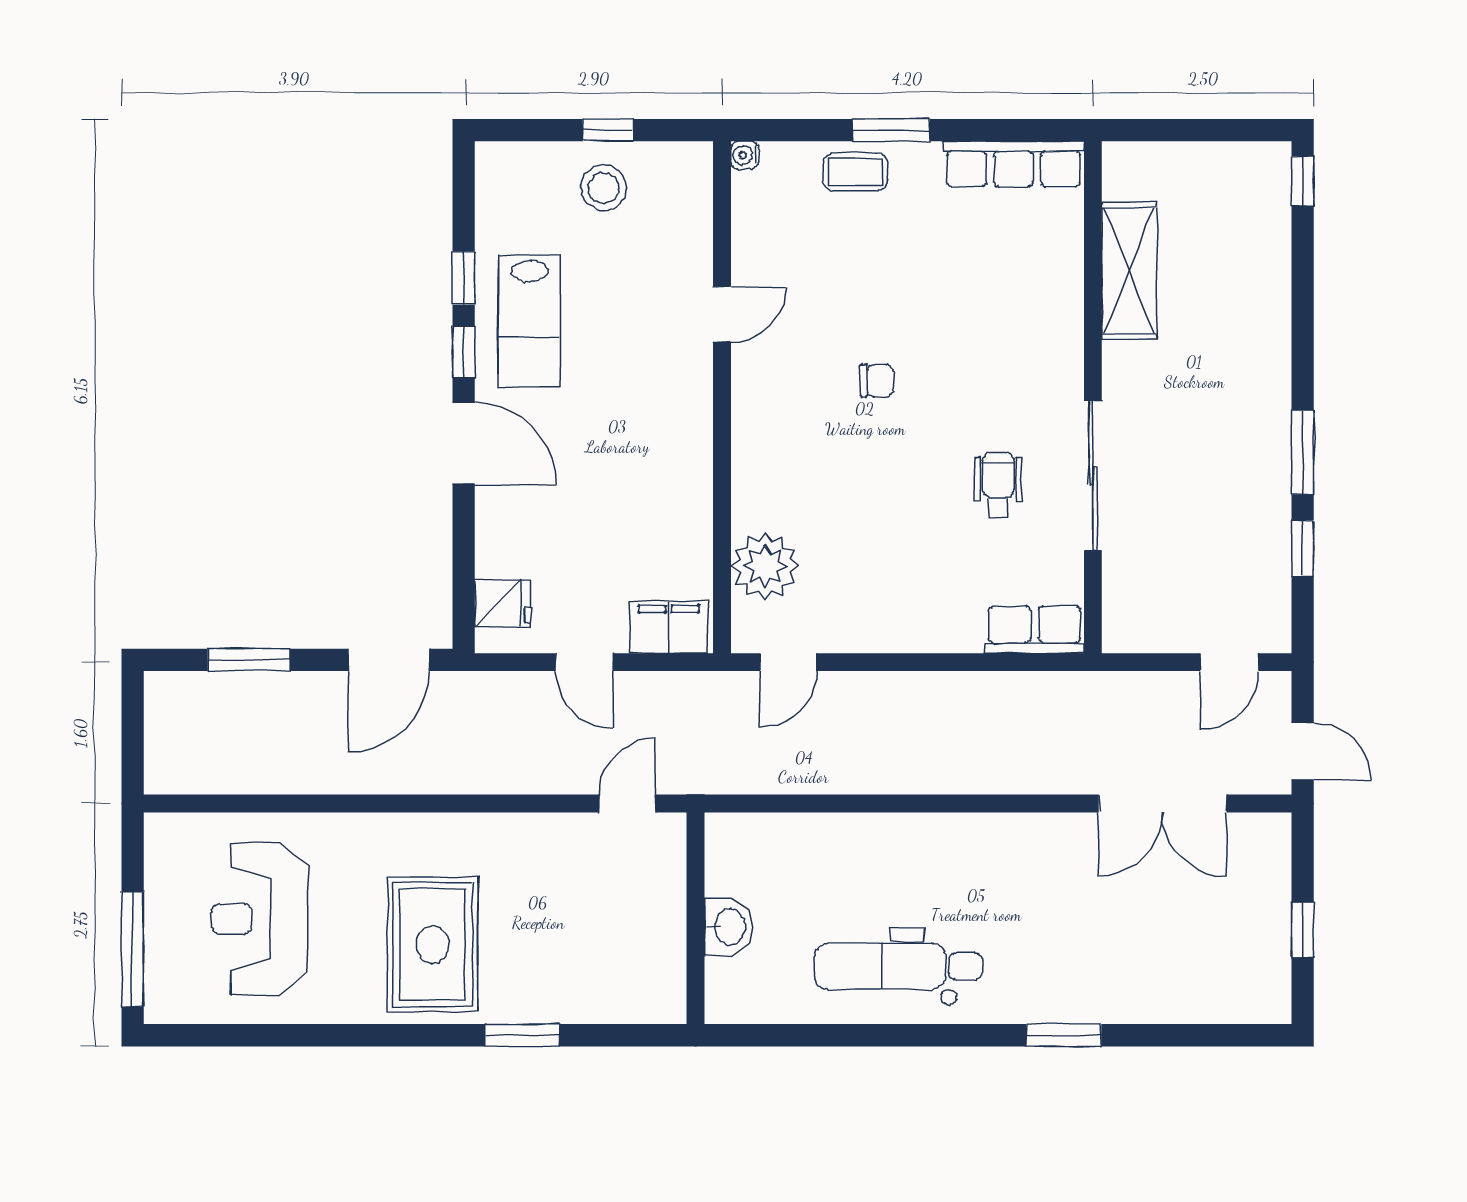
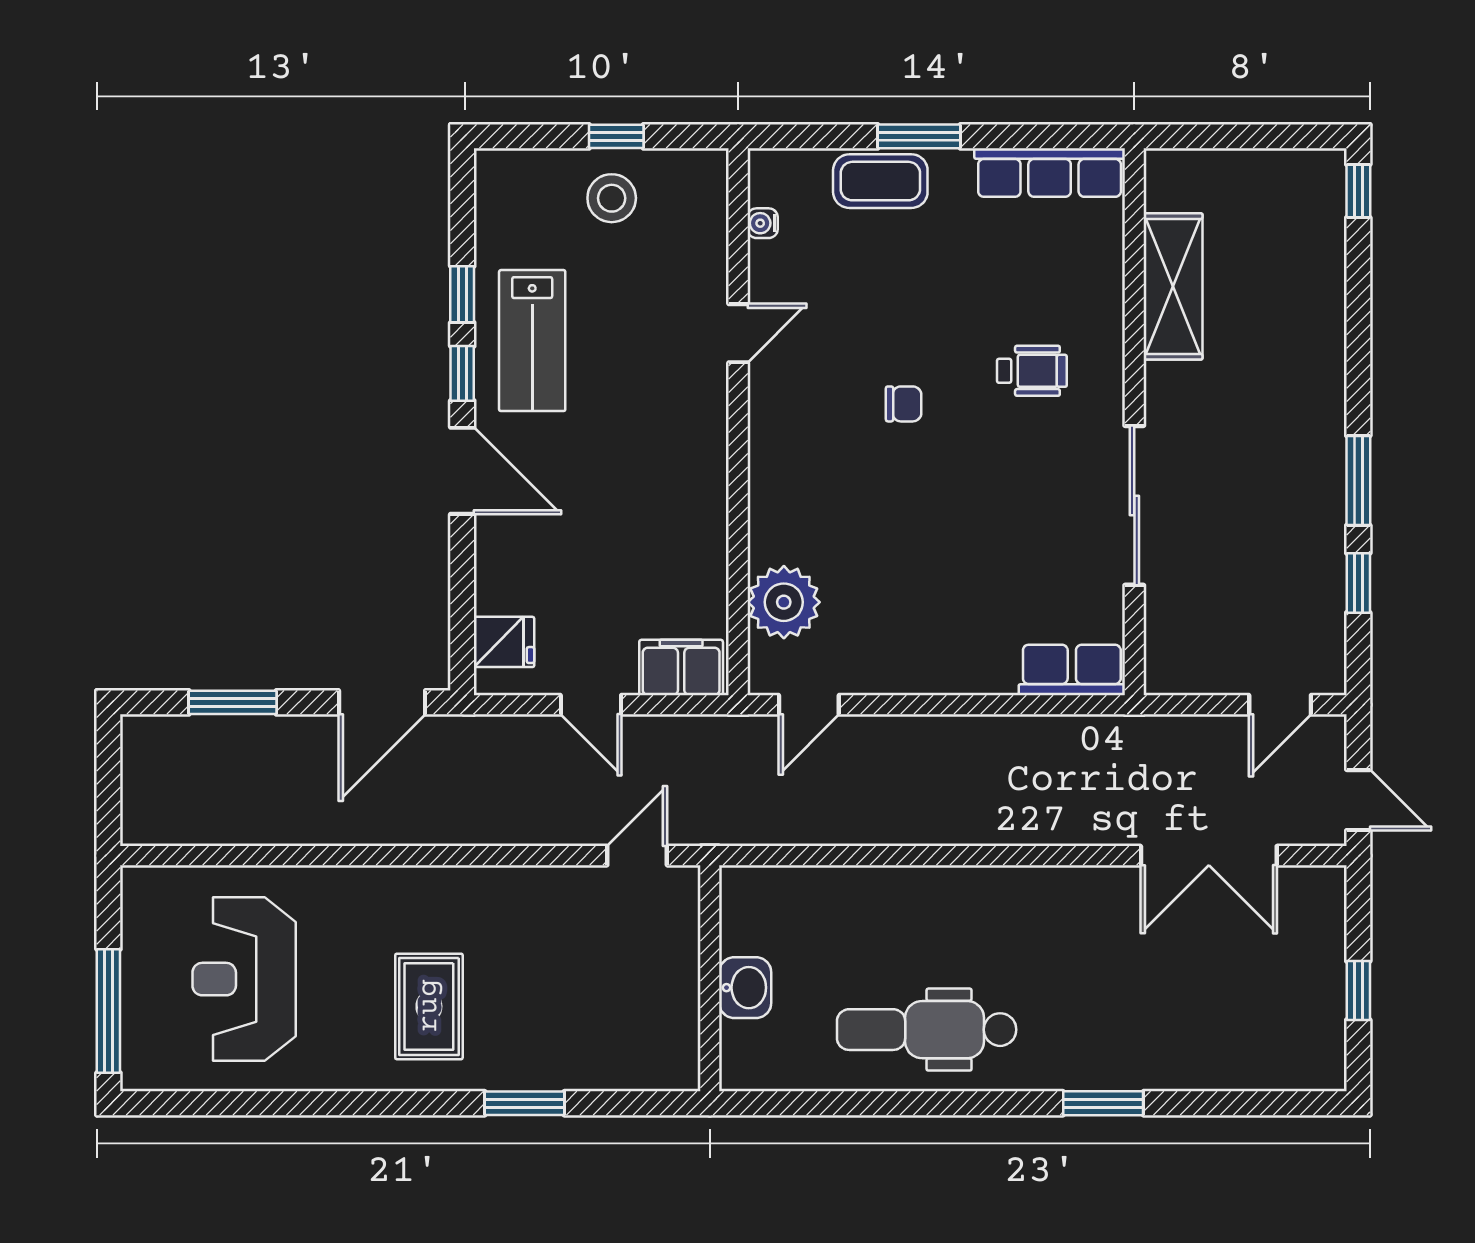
water cooler: (745, 155) -> (763, 223), moved
coffee table: (855, 172) -> (880, 181), width x1.36, depth x1.30
wheelchair: (998, 485) -> (1032, 371), moved, turned 90
rug: (433, 945) -> (429, 1006), width x0.73, depth x0.70

